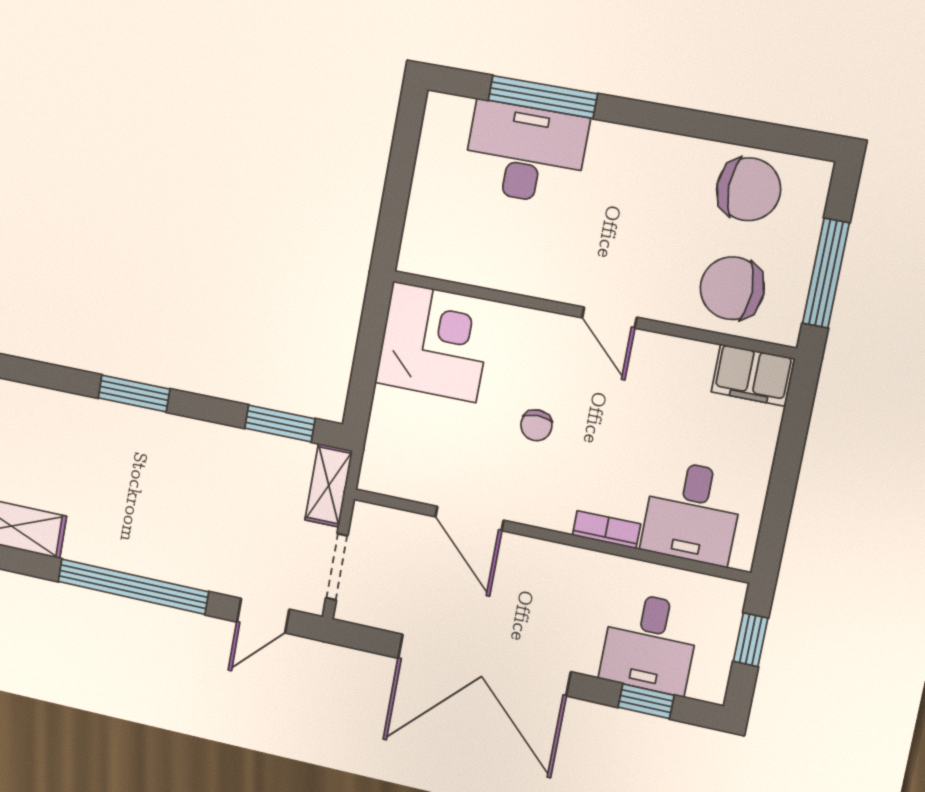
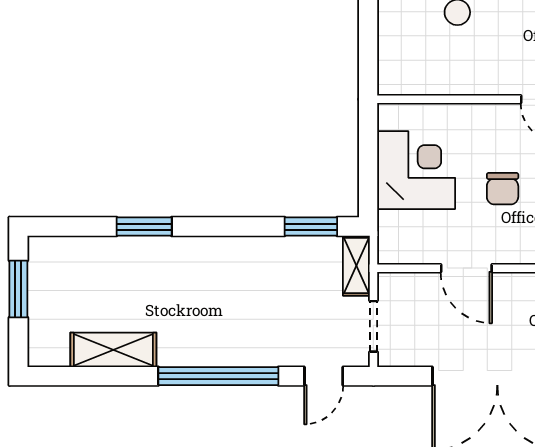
corner desk: (434, 342) -> (416, 170), moved
window: (134, 393) -> (144, 227), moved
chair: (536, 425) -> (503, 189), width x1.37, depth x1.37

